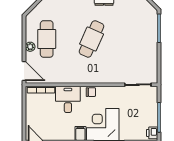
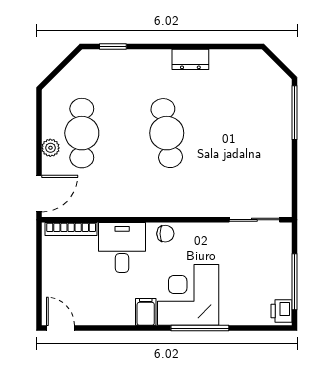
cafe table: (92, 39) -> (167, 133), turned -33
door: (24, 71) -> (39, 194), hinge flipped

